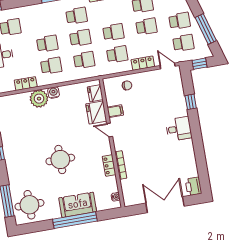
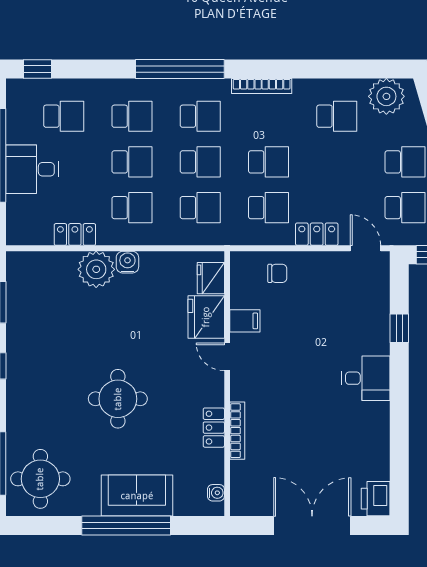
school desk: (146, 26) -> (132, 116), moved

